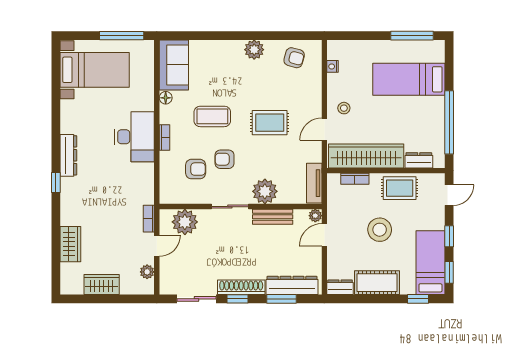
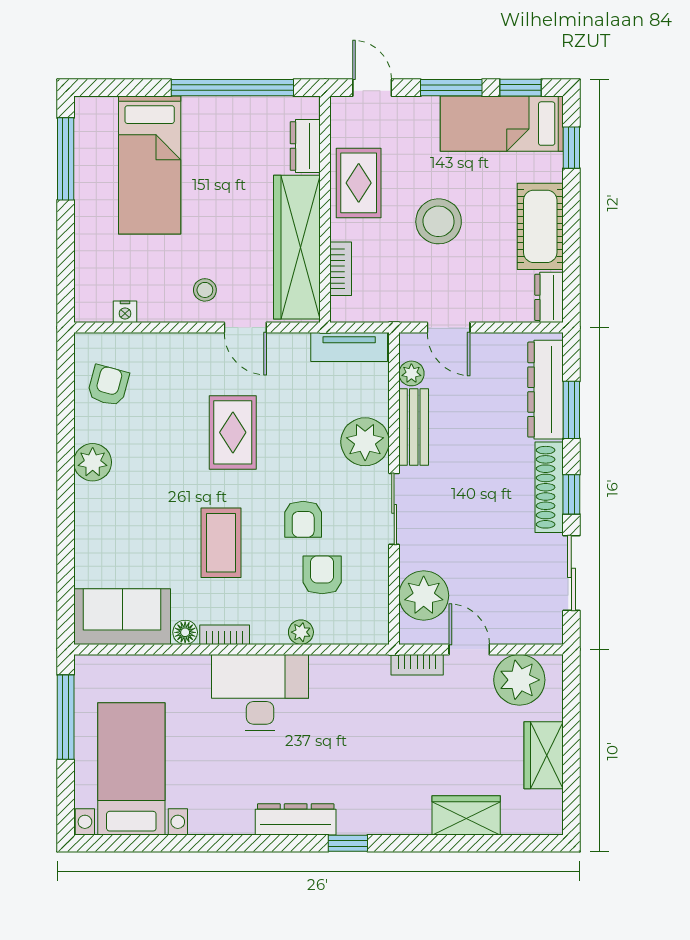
bookcase: (164, 137) -> (225, 635), moved
plant: (166, 158) -> (301, 632), added
plant: (315, 216) -> (411, 373), moved
window: (449, 236) -> (451, 88), width x1.50
plant: (147, 272) -> (519, 680), width x1.88, depth x1.88

